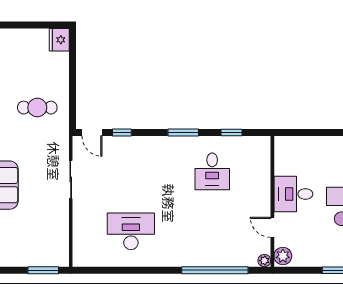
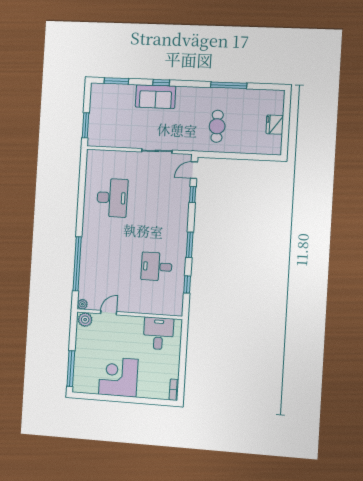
fridge: (59, 40) -> (275, 125), moved, turned -90
desk: (293, 194) -> (158, 333), moved

